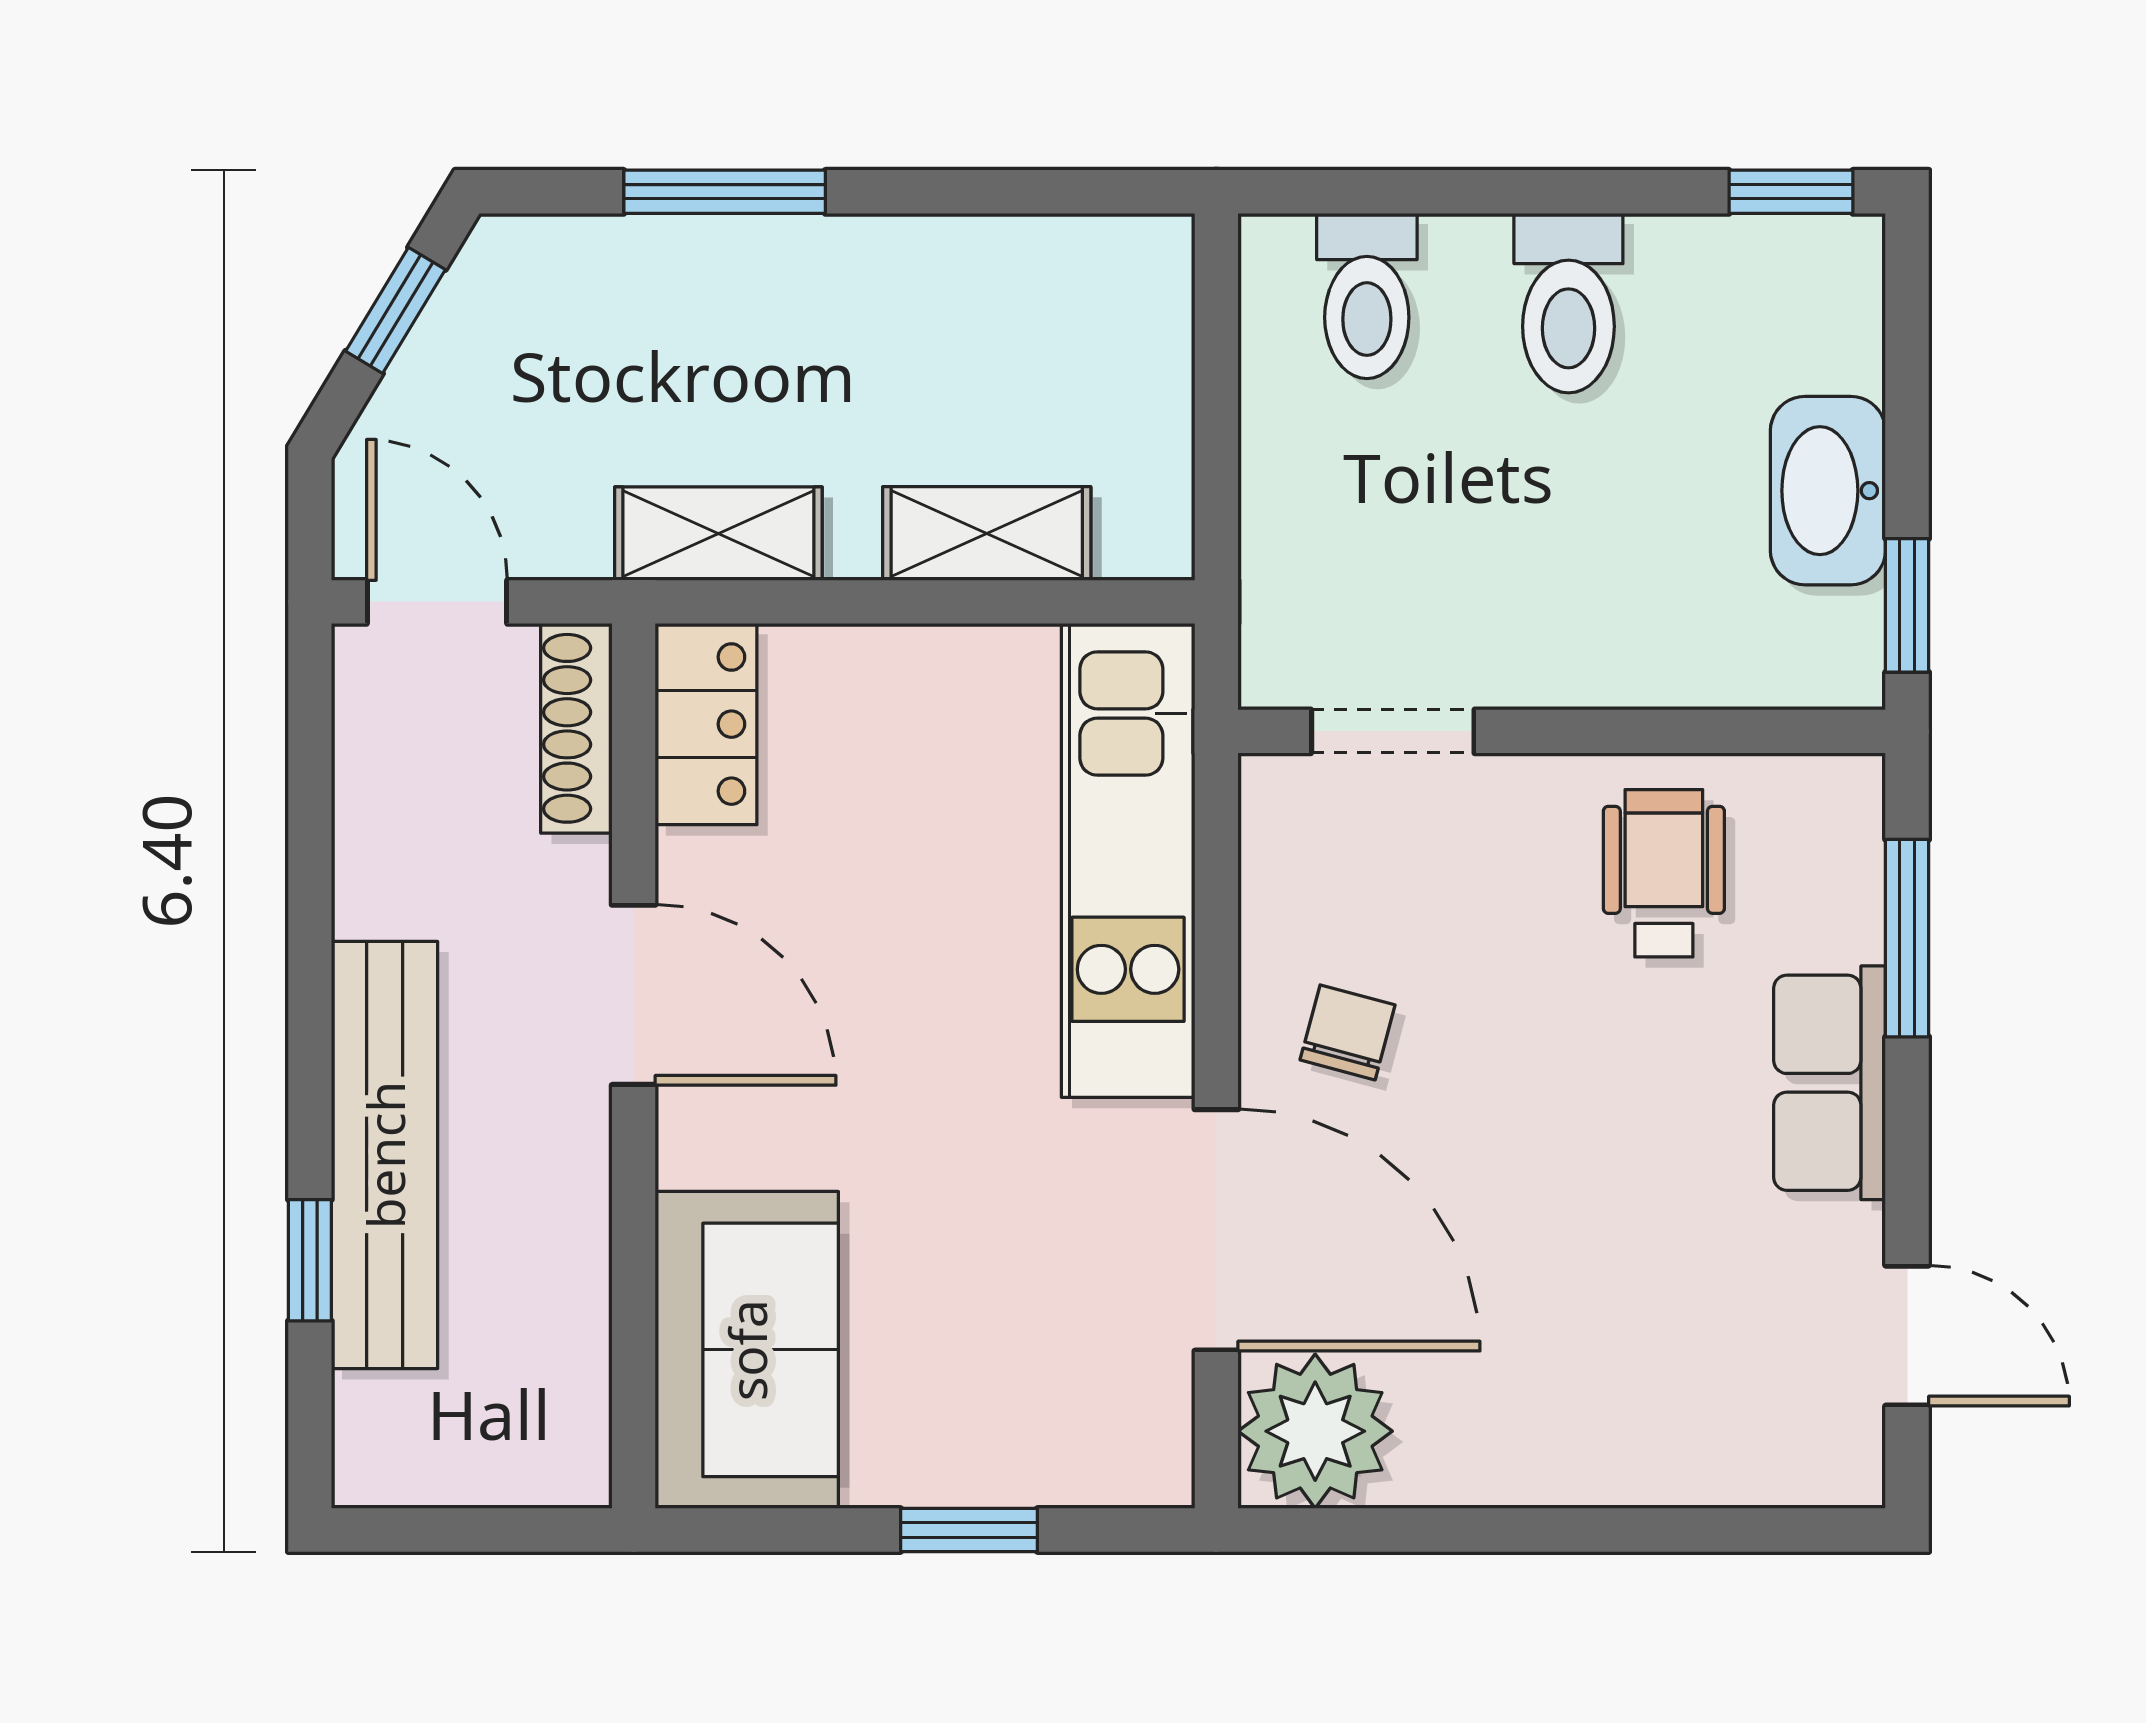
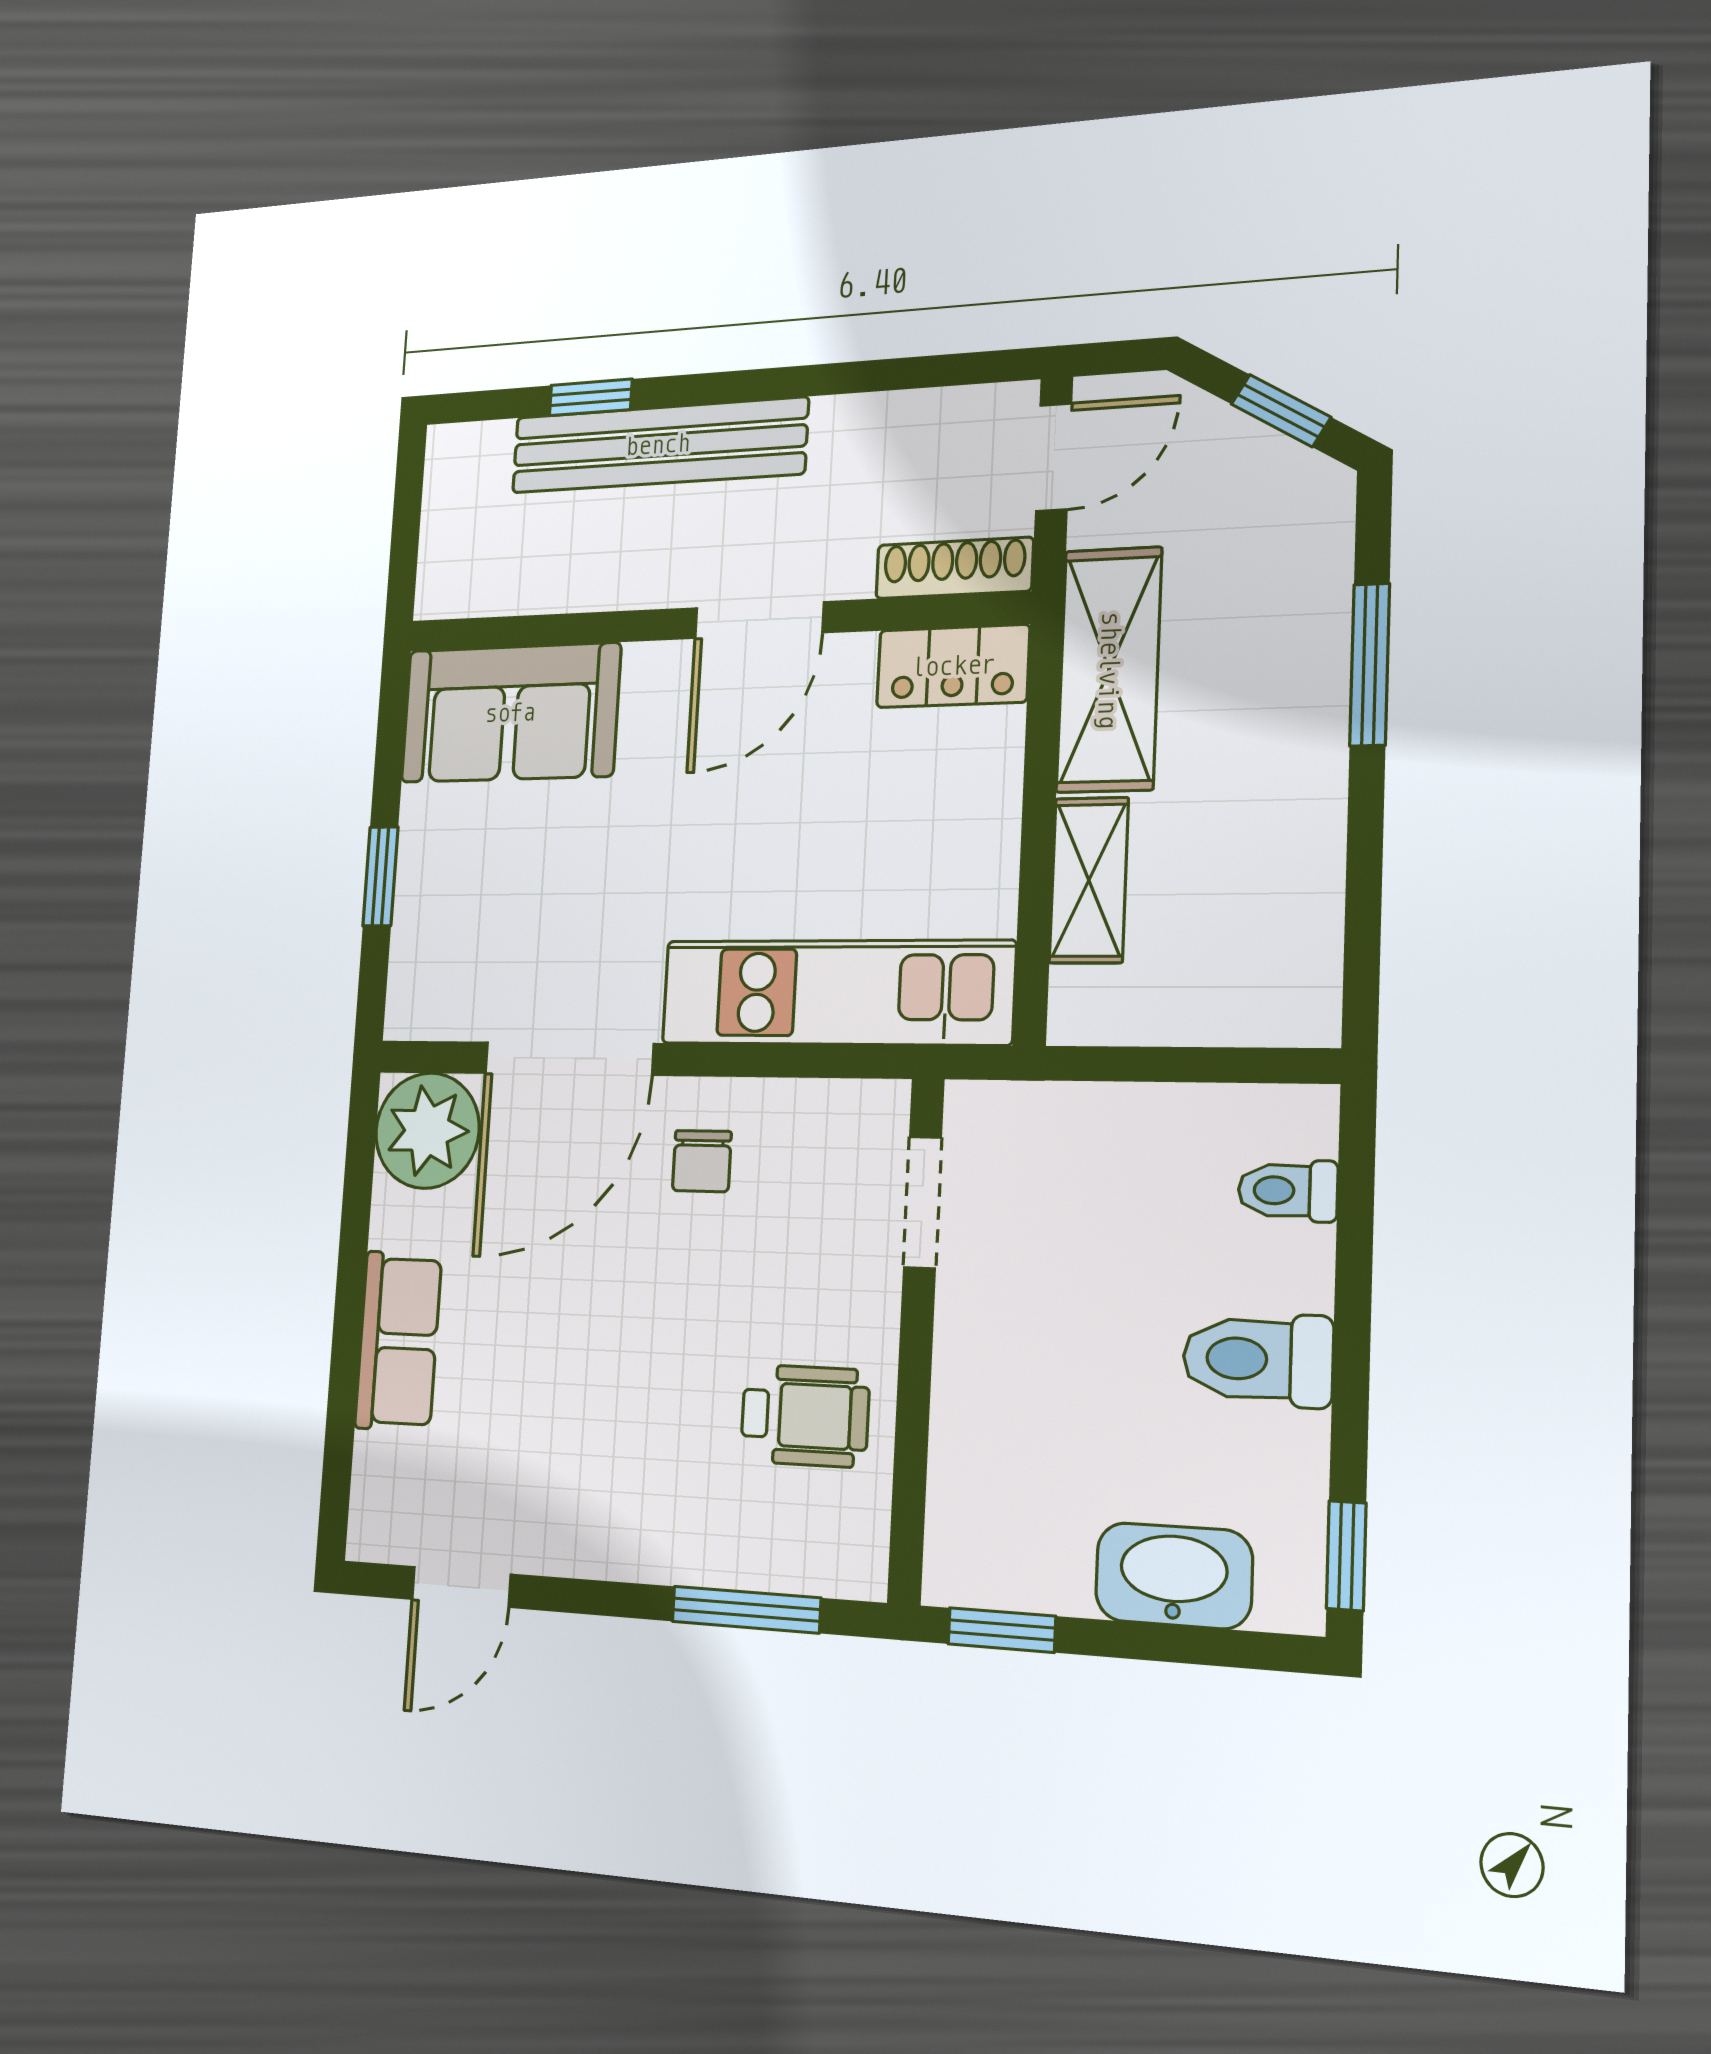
toilet: (1367, 296) -> (1288, 1191), width x0.73, depth x0.72
washbasin: (1828, 491) -> (1174, 1576), moved
shelving: (718, 534) -> (1109, 670), width x1.50, depth x1.33
chair: (1348, 1032) -> (702, 1161), turned 75
row of seats: (1830, 1083) -> (398, 1341), moved, turned 90

